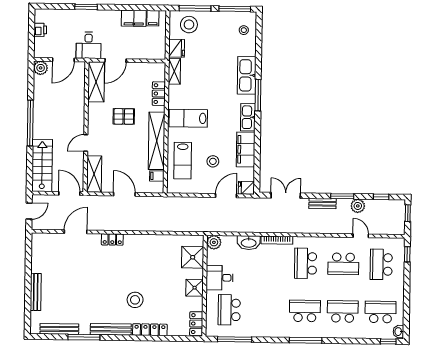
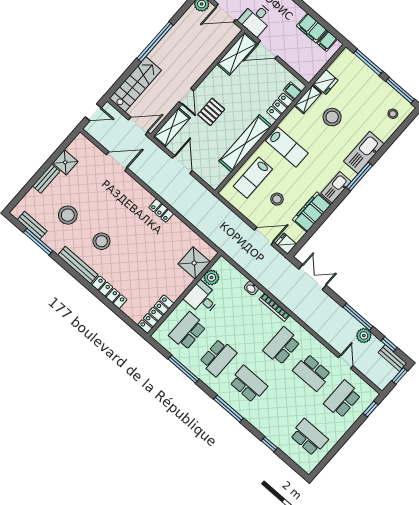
stool: (189, 25) -> (332, 117), moved
pallet: (124, 116) -> (211, 112), moved, turned 90
lab bench: (188, 118) -> (287, 147), turned 180
door: (86, 143) -> (186, 96), swing flipped
filing cabinet: (157, 176) -> (293, 91), moved
door: (69, 193) -> (138, 126), hinge flipped
window: (342, 196) -> (358, 317), width x1.44
bench: (322, 204) -> (392, 358), moved
locker: (112, 239) -> (161, 210), moved
plant: (214, 242) -> (211, 277), moved
washbasin: (249, 243) -> (251, 288), width x0.52, depth x0.69
shower: (195, 288) -> (65, 162), moved
bench: (36, 292) -> (46, 179), width x0.73
stool: (73, 300) -> (68, 215), added
stool: (135, 300) -> (102, 241), moved
school desk: (343, 311) -> (218, 358), moved, turned 90
locker: (196, 324) -> (156, 314), width x1.53
bench: (59, 329) -> (32, 225), width x0.73
washbasin: (398, 332) -> (310, 466), removed
window: (84, 337) -> (38, 242), moved
window: (235, 339) -> (183, 369), moved
window: (388, 341) -> (269, 444), moved

